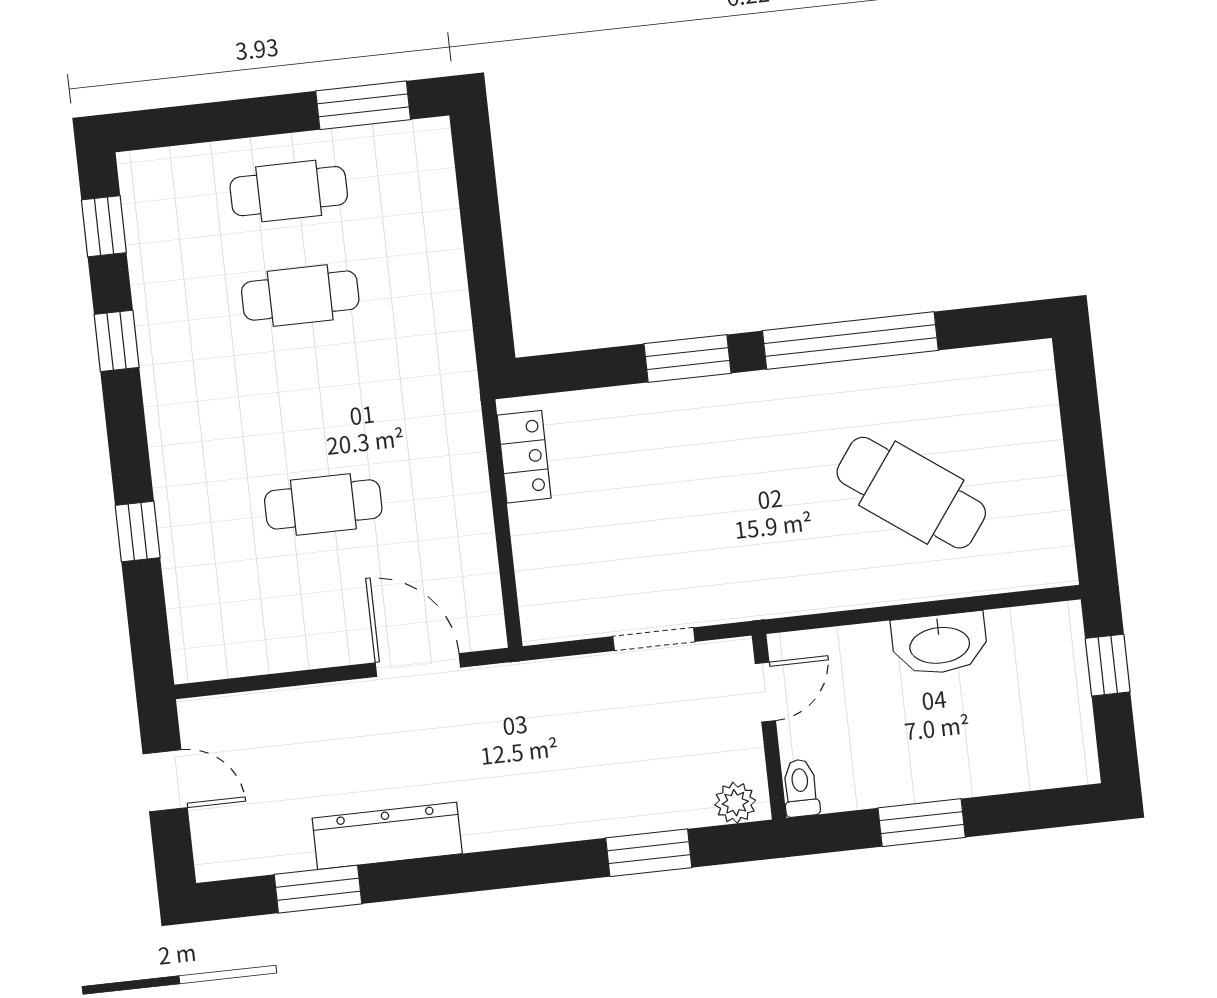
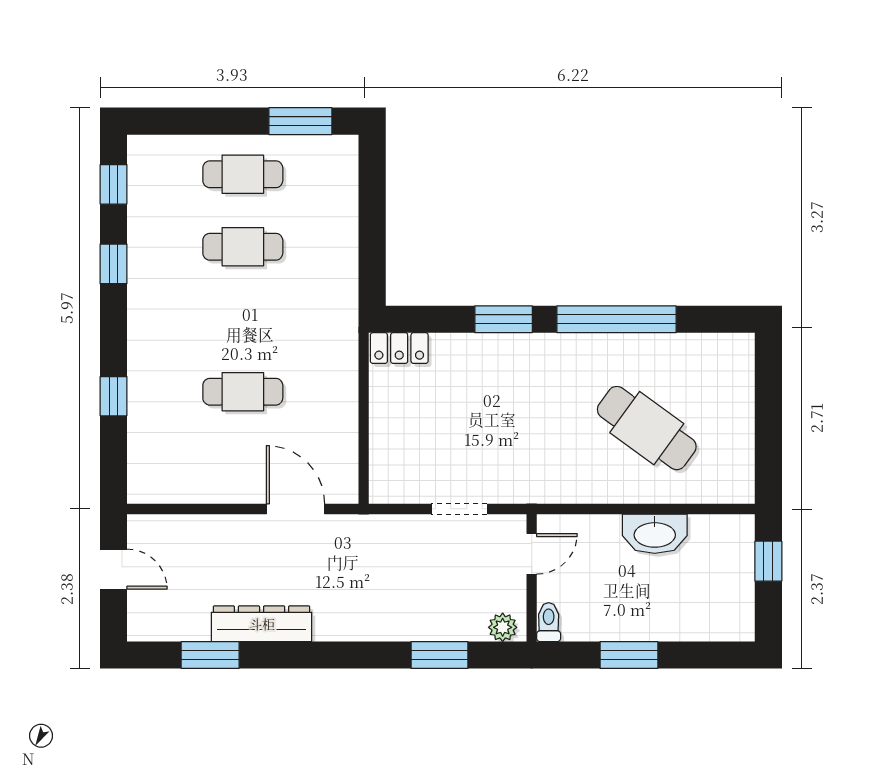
locker: (524, 457) -> (399, 348), moved, turned 90

